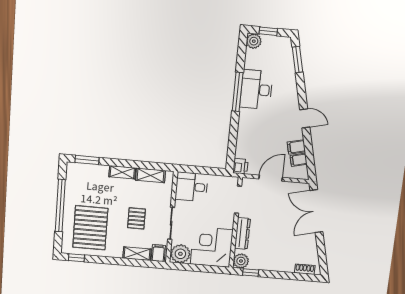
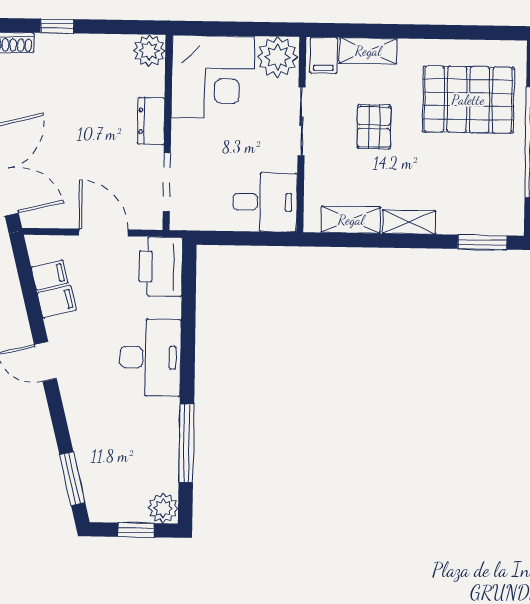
desk: (256, 90) -> (150, 357), moved
window: (238, 92) -> (186, 443), moved
printer: (240, 166) -> (161, 267), width x1.87, depth x1.48
door: (271, 178) -> (103, 233), swing flipped
pallet: (90, 228) -> (468, 100), turned 90
dresser: (242, 233) -> (151, 121), width x0.70
window: (76, 258) -> (494, 33), removed
window: (251, 272) -> (57, 26), moved

